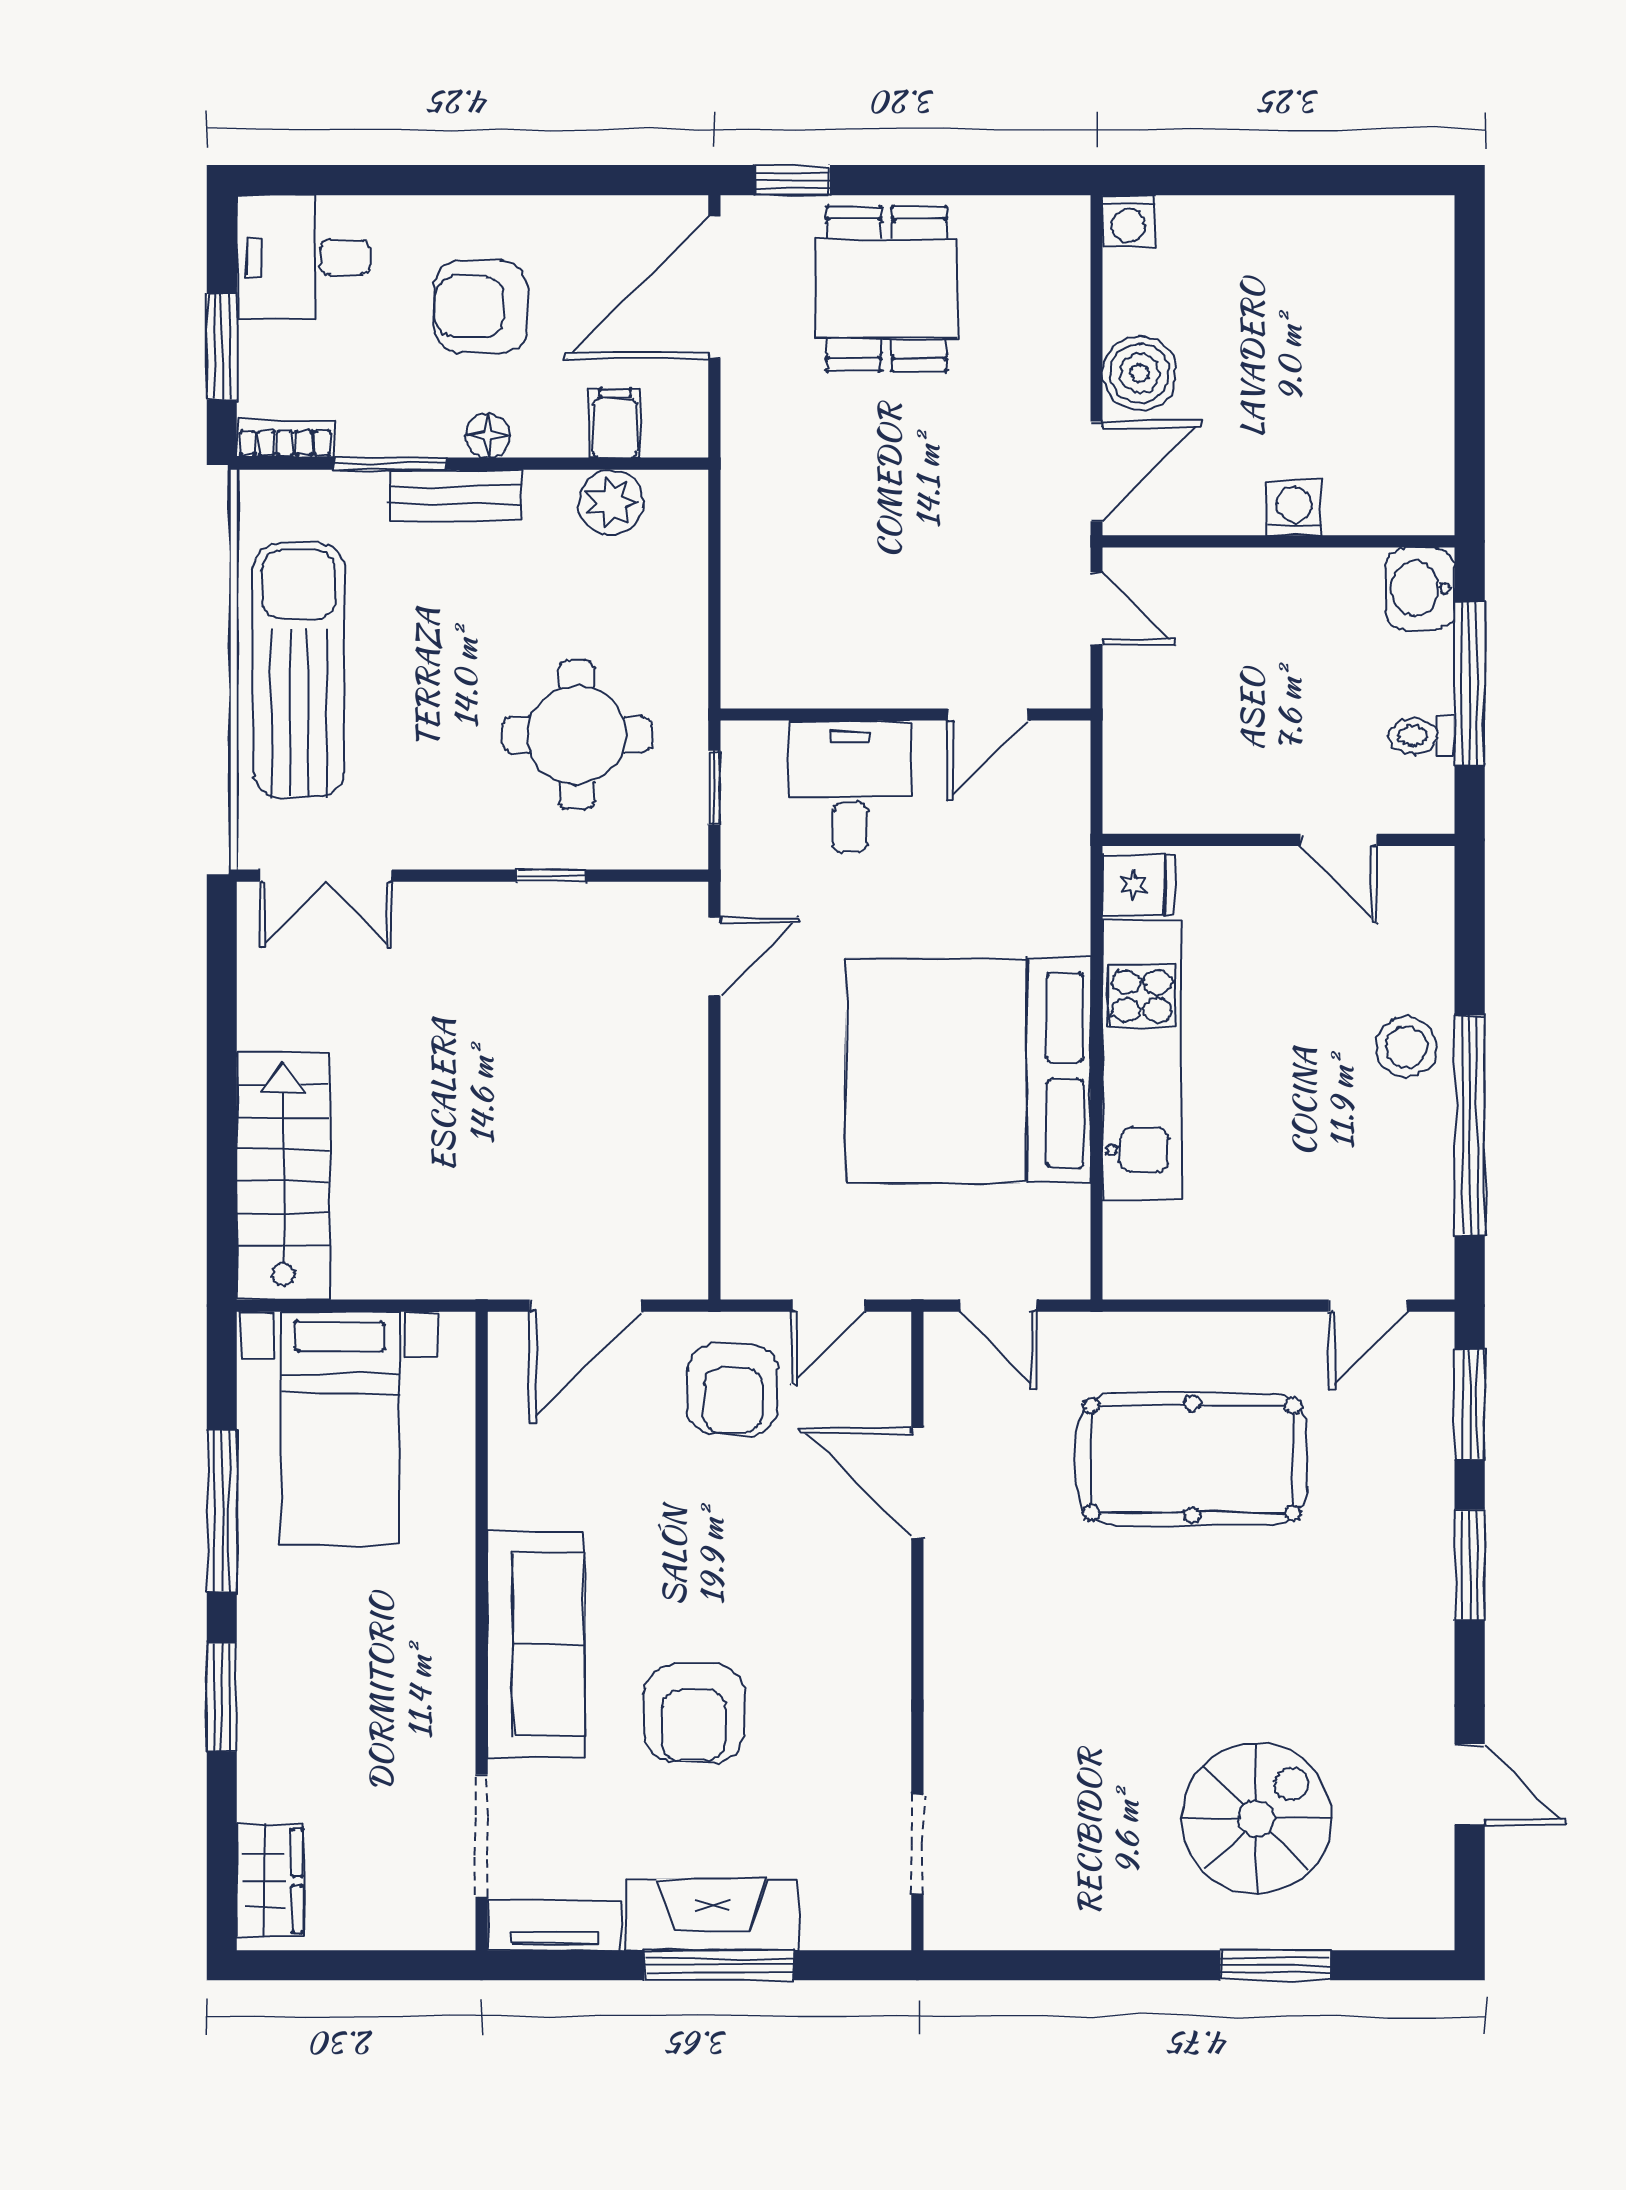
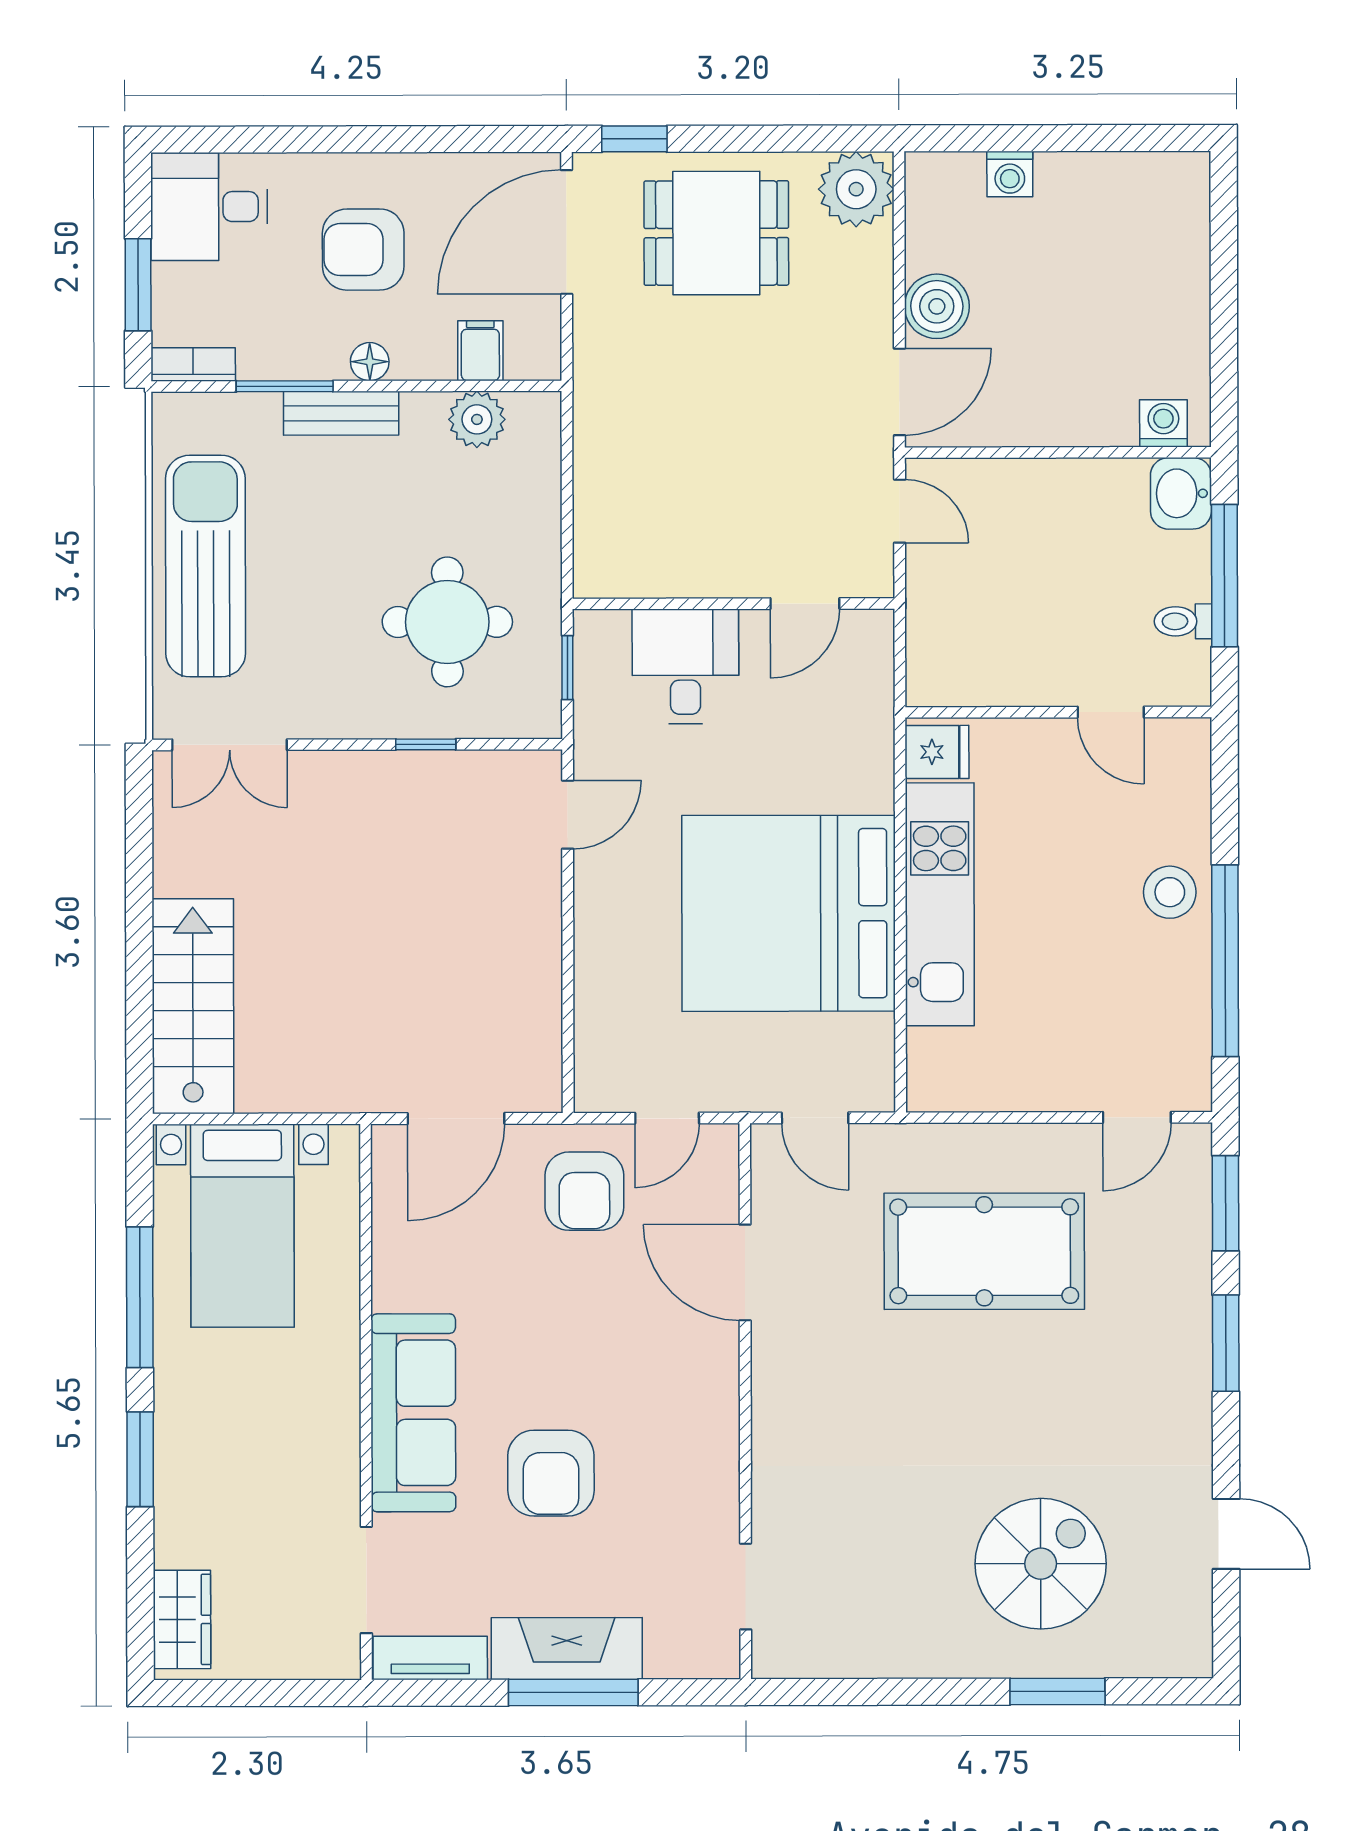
washing machine: (1129, 221) -> (1010, 174), moved
plant: (1047, 238) -> (856, 189), added
dining table: (886, 289) -> (716, 233), turned 90
washing machine: (1294, 508) -> (1163, 423), moved

